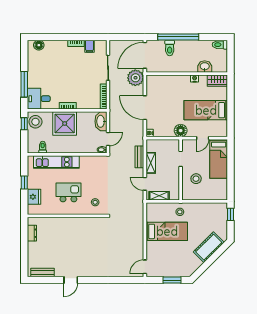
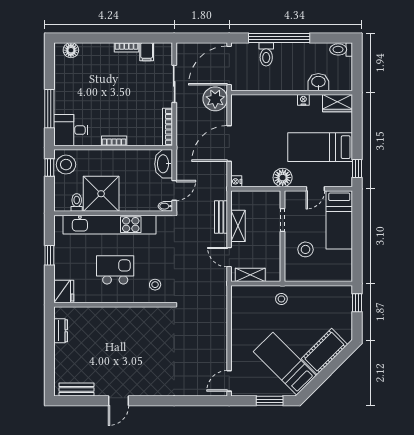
door: (145, 108) -> (229, 143), hinge flipped
shower: (65, 123) -> (101, 194), moved
window: (231, 124) -> (357, 168), added
kitchen unit: (56, 162) -> (109, 225), width x1.36
fridge: (34, 197) -> (64, 292), moved
bed: (167, 231) -> (285, 364), moved, turned -135

